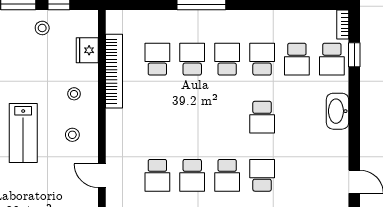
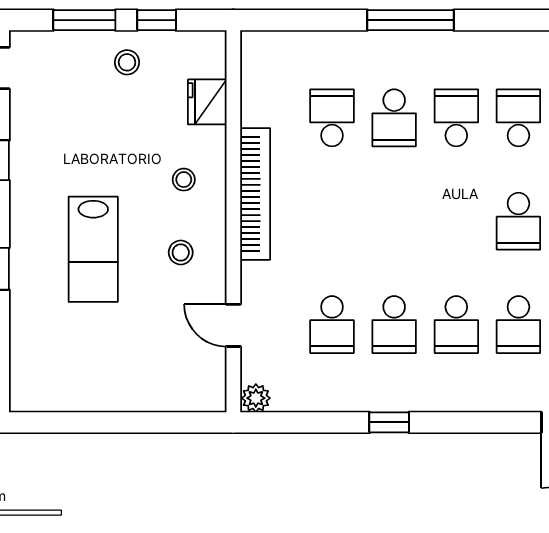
school desk: (192, 59) -> (394, 118), turned 180
bookcase: (114, 71) -> (255, 194), moved
school desk: (262, 175) -> (518, 325), turned 180

